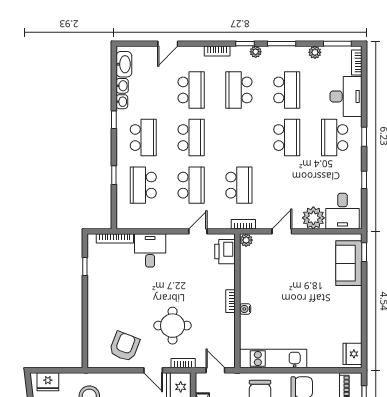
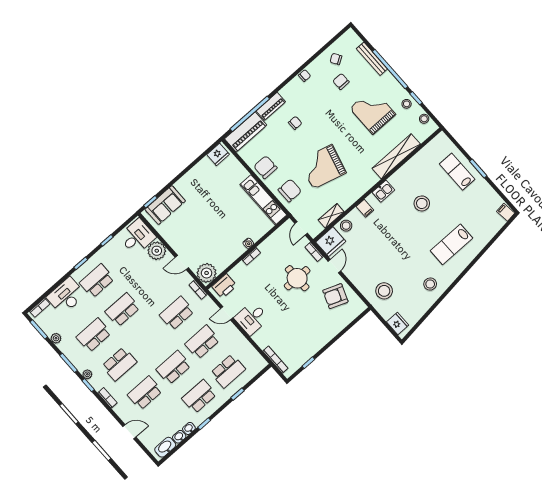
school desk: (335, 138) -> (97, 281), turned 180
plant: (246, 240) -> (207, 273), width x1.87, depth x1.87
desk: (150, 250) -> (252, 318), moved

